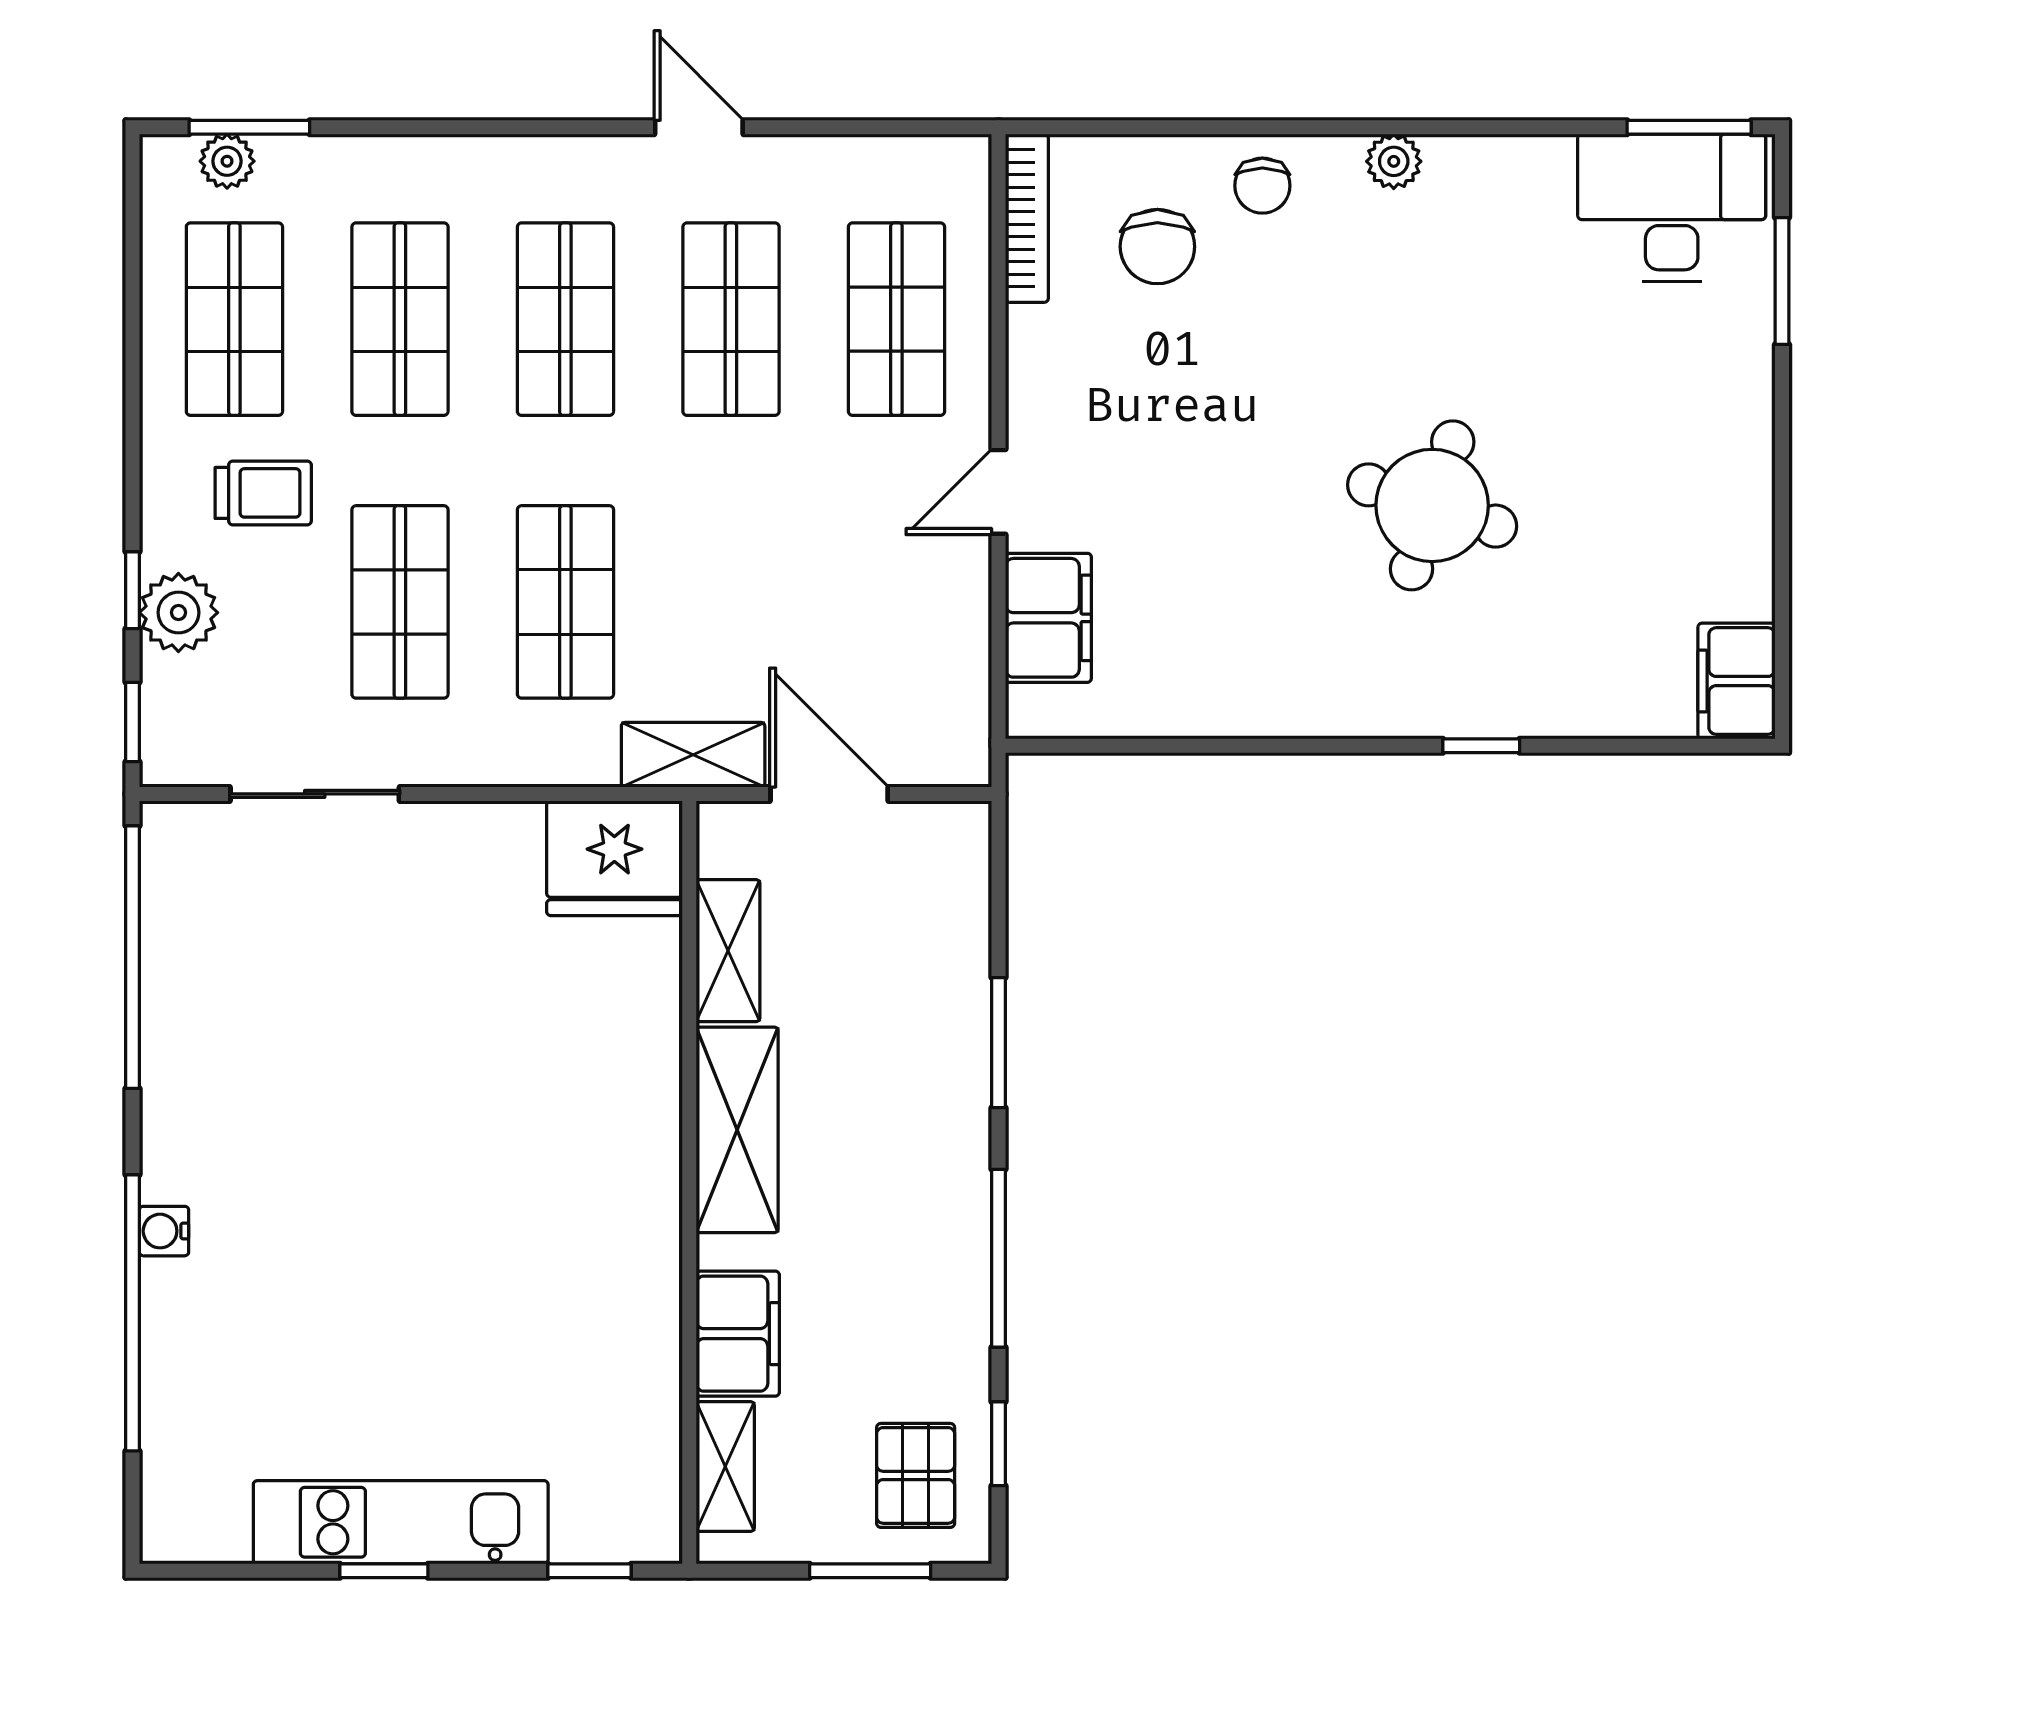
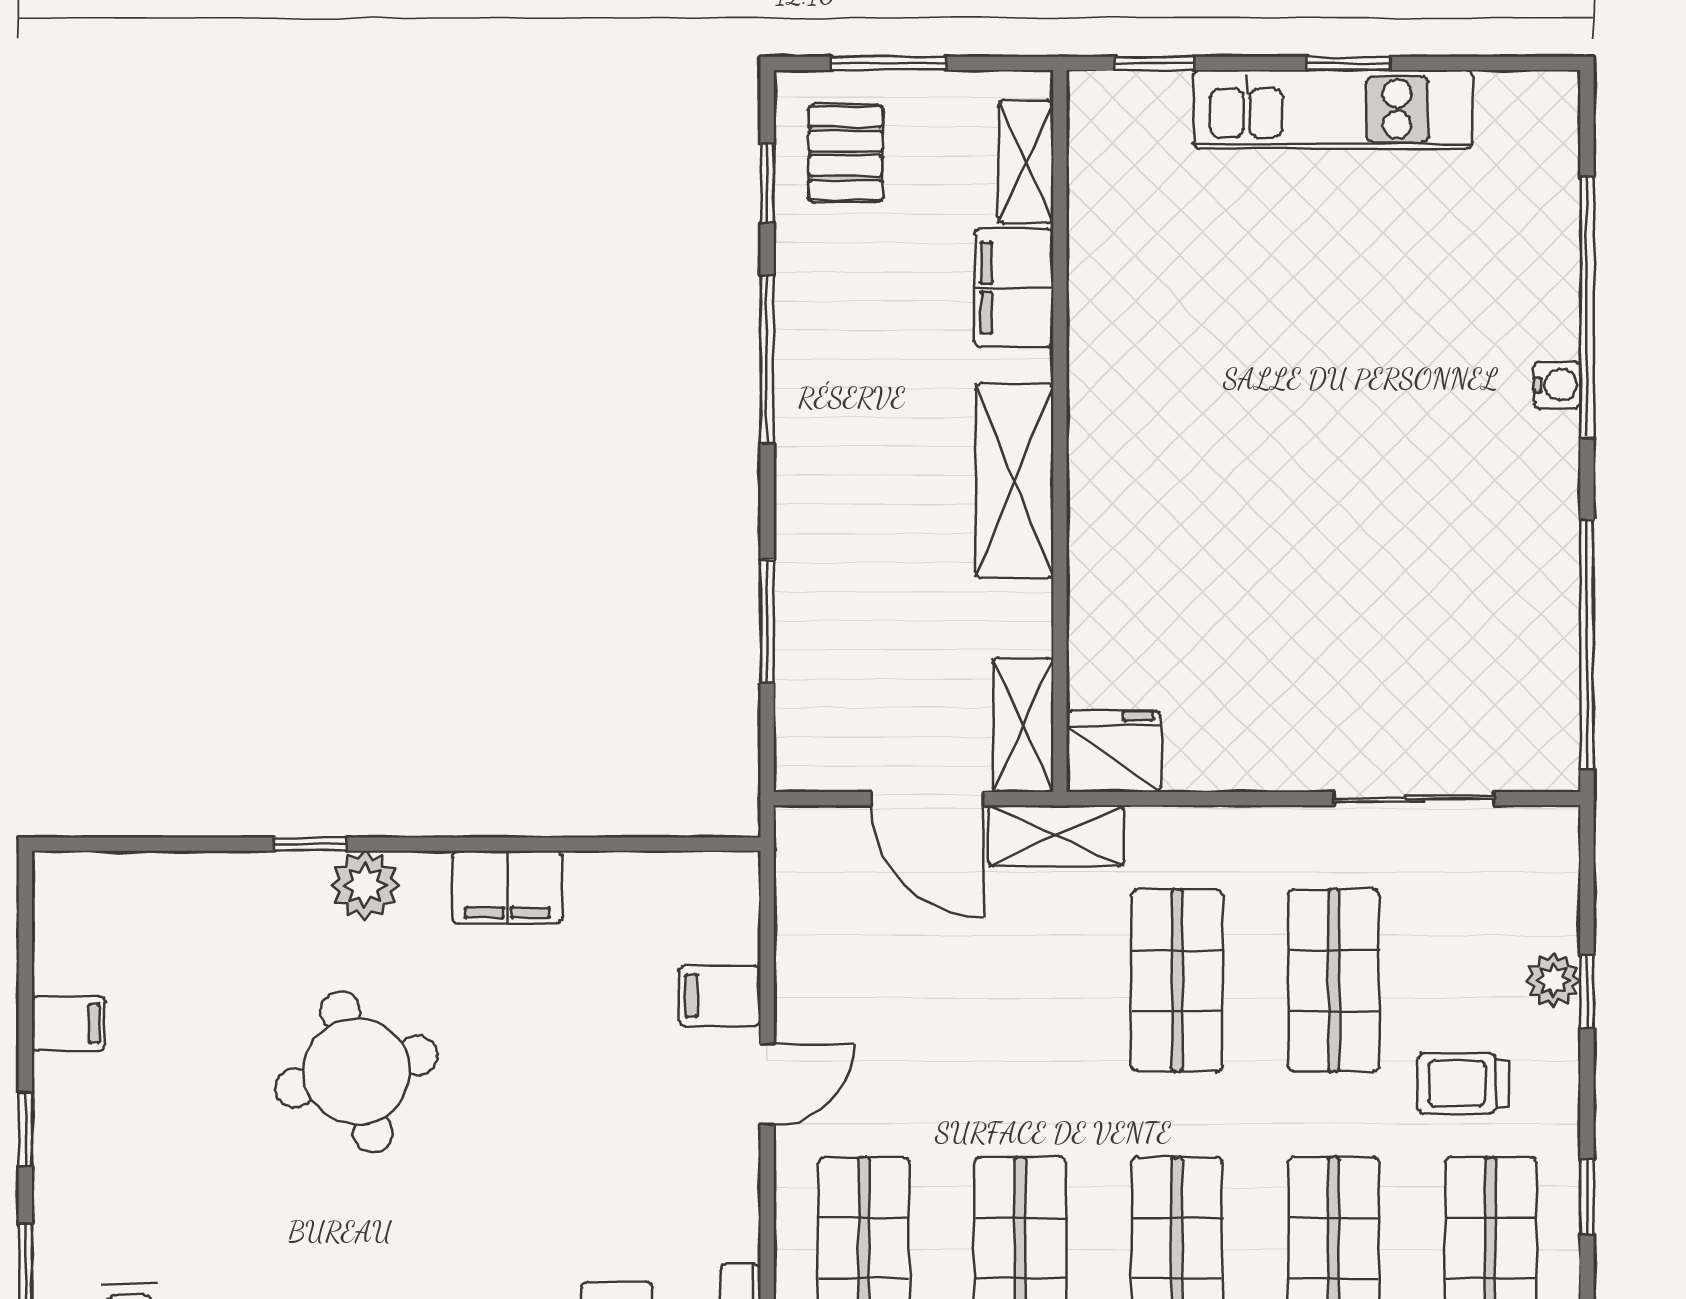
window: (1782, 445) -> (25, 1129), added
round table: (1432, 505) -> (357, 1072), turned -33
plant: (178, 613) -> (1553, 980), width x0.73, depth x0.73
filing cabinet: (1048, 618) -> (720, 996), width x0.50
filing cabinet: (1737, 681) -> (68, 1024), moved, width x0.50
filing cabinet: (1273, 700) -> (507, 887), added
plant: (1423, 702) -> (365, 885), added
window: (132, 722) -> (1587, 1197), moved
fridge: (614, 858) -> (1114, 751), width x0.73, depth x0.75
shelving: (728, 951) -> (1023, 725), moved
window: (998, 1043) -> (767, 621), moved

